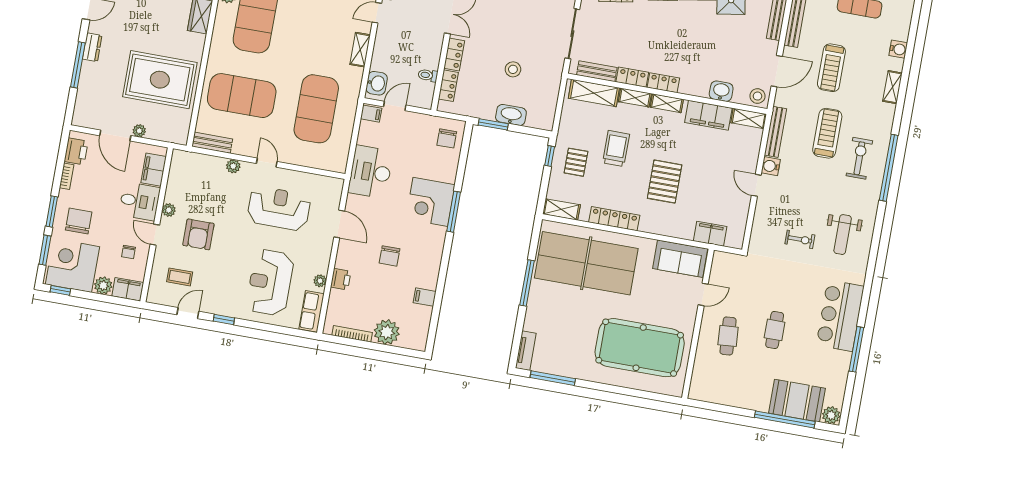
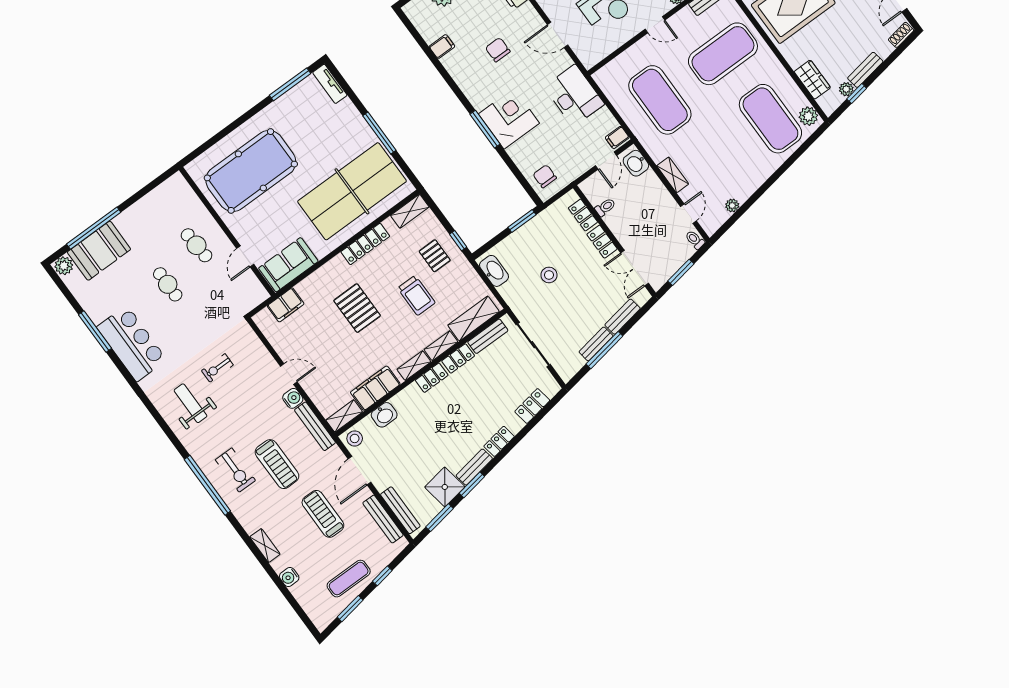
washbasin: (511, 115) -> (494, 271), moved, turned -90

